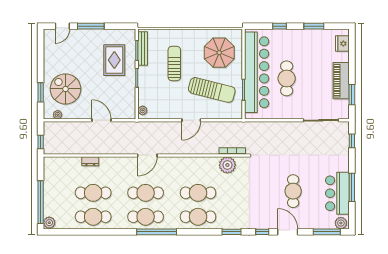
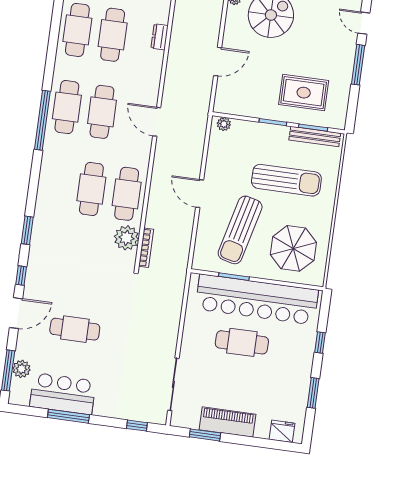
sun lounger: (174, 64) -> (286, 180), width x1.36, depth x1.34
cafe table: (198, 217) -> (127, 194), moved
plant: (341, 223) -> (21, 369), moved

